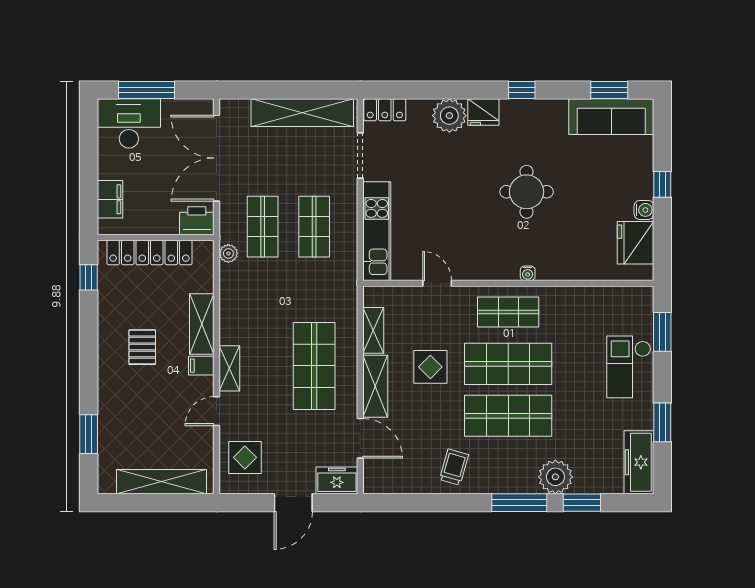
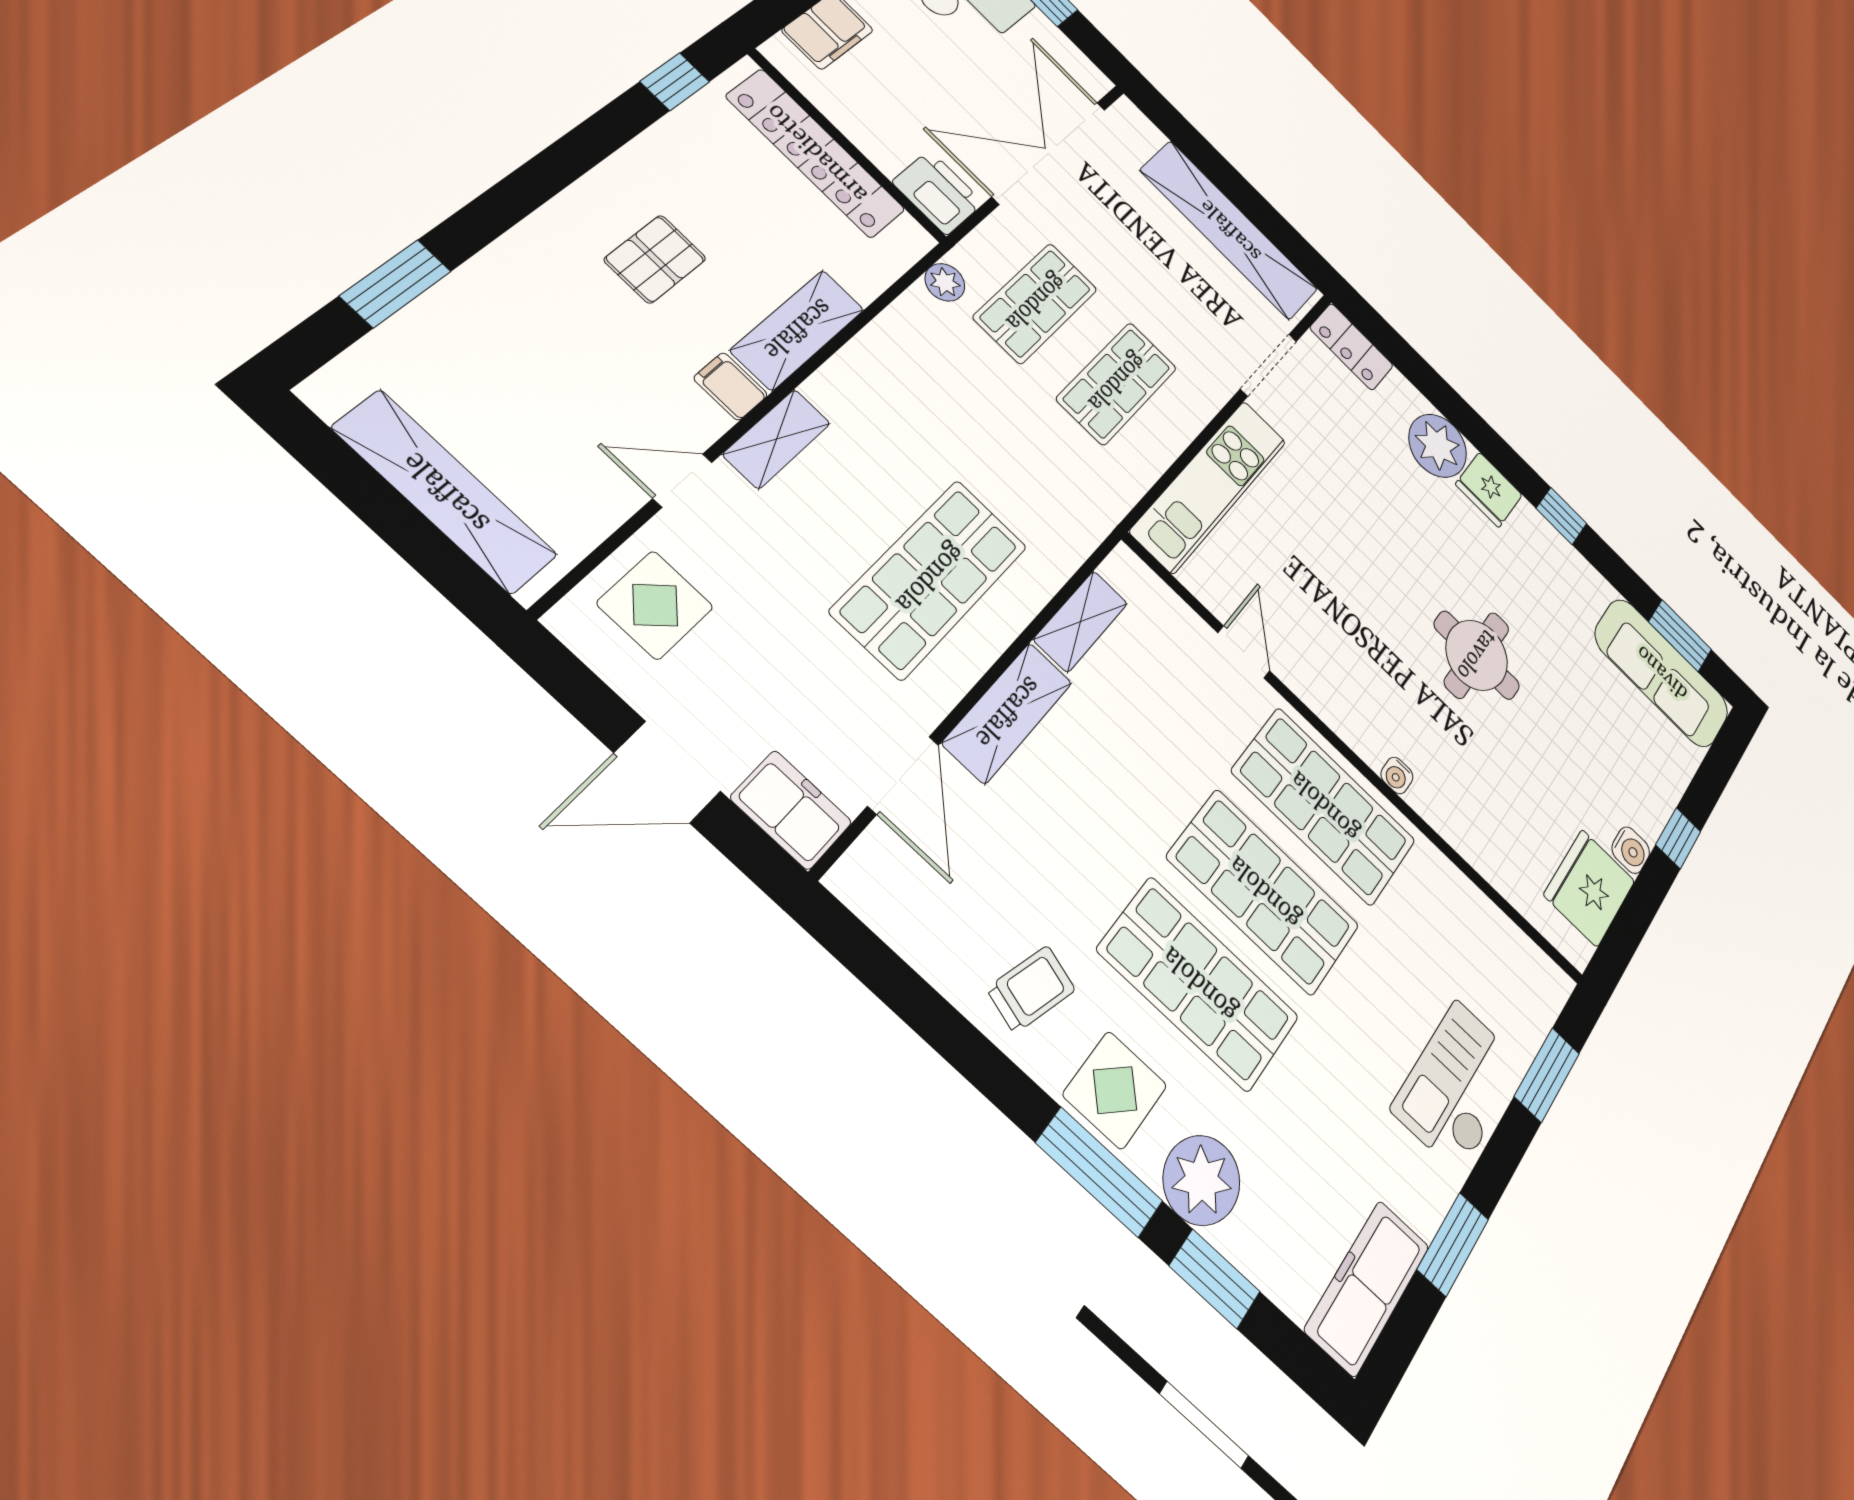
shop shelf: (508, 312) -> (1324, 806), width x1.43, depth x1.36
display table: (430, 367) -> (1115, 1090), moved

